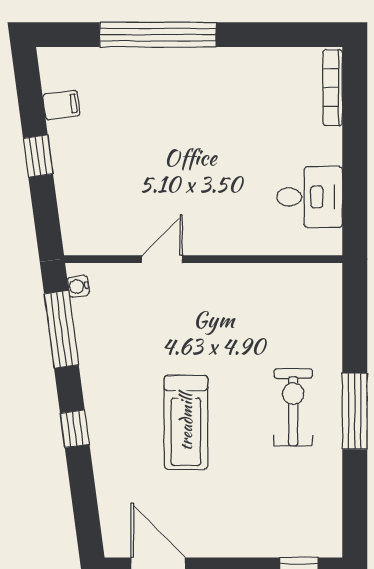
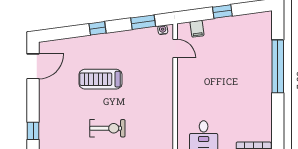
filing cabinet: (61, 105) -> (197, 29), moved
door: (162, 259) -> (175, 48), moved
window: (61, 329) -> (143, 22), width x0.69

